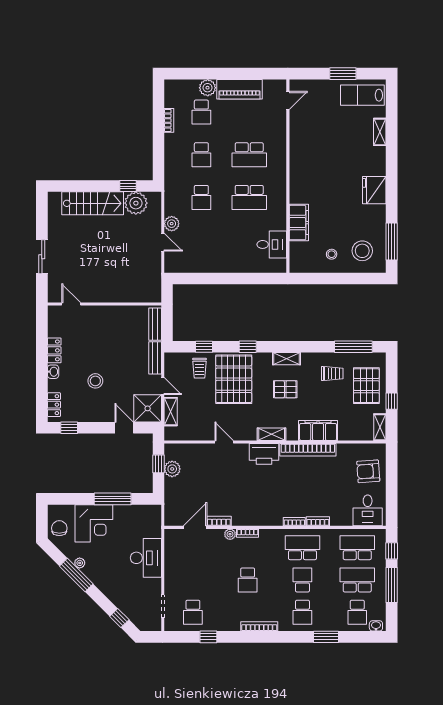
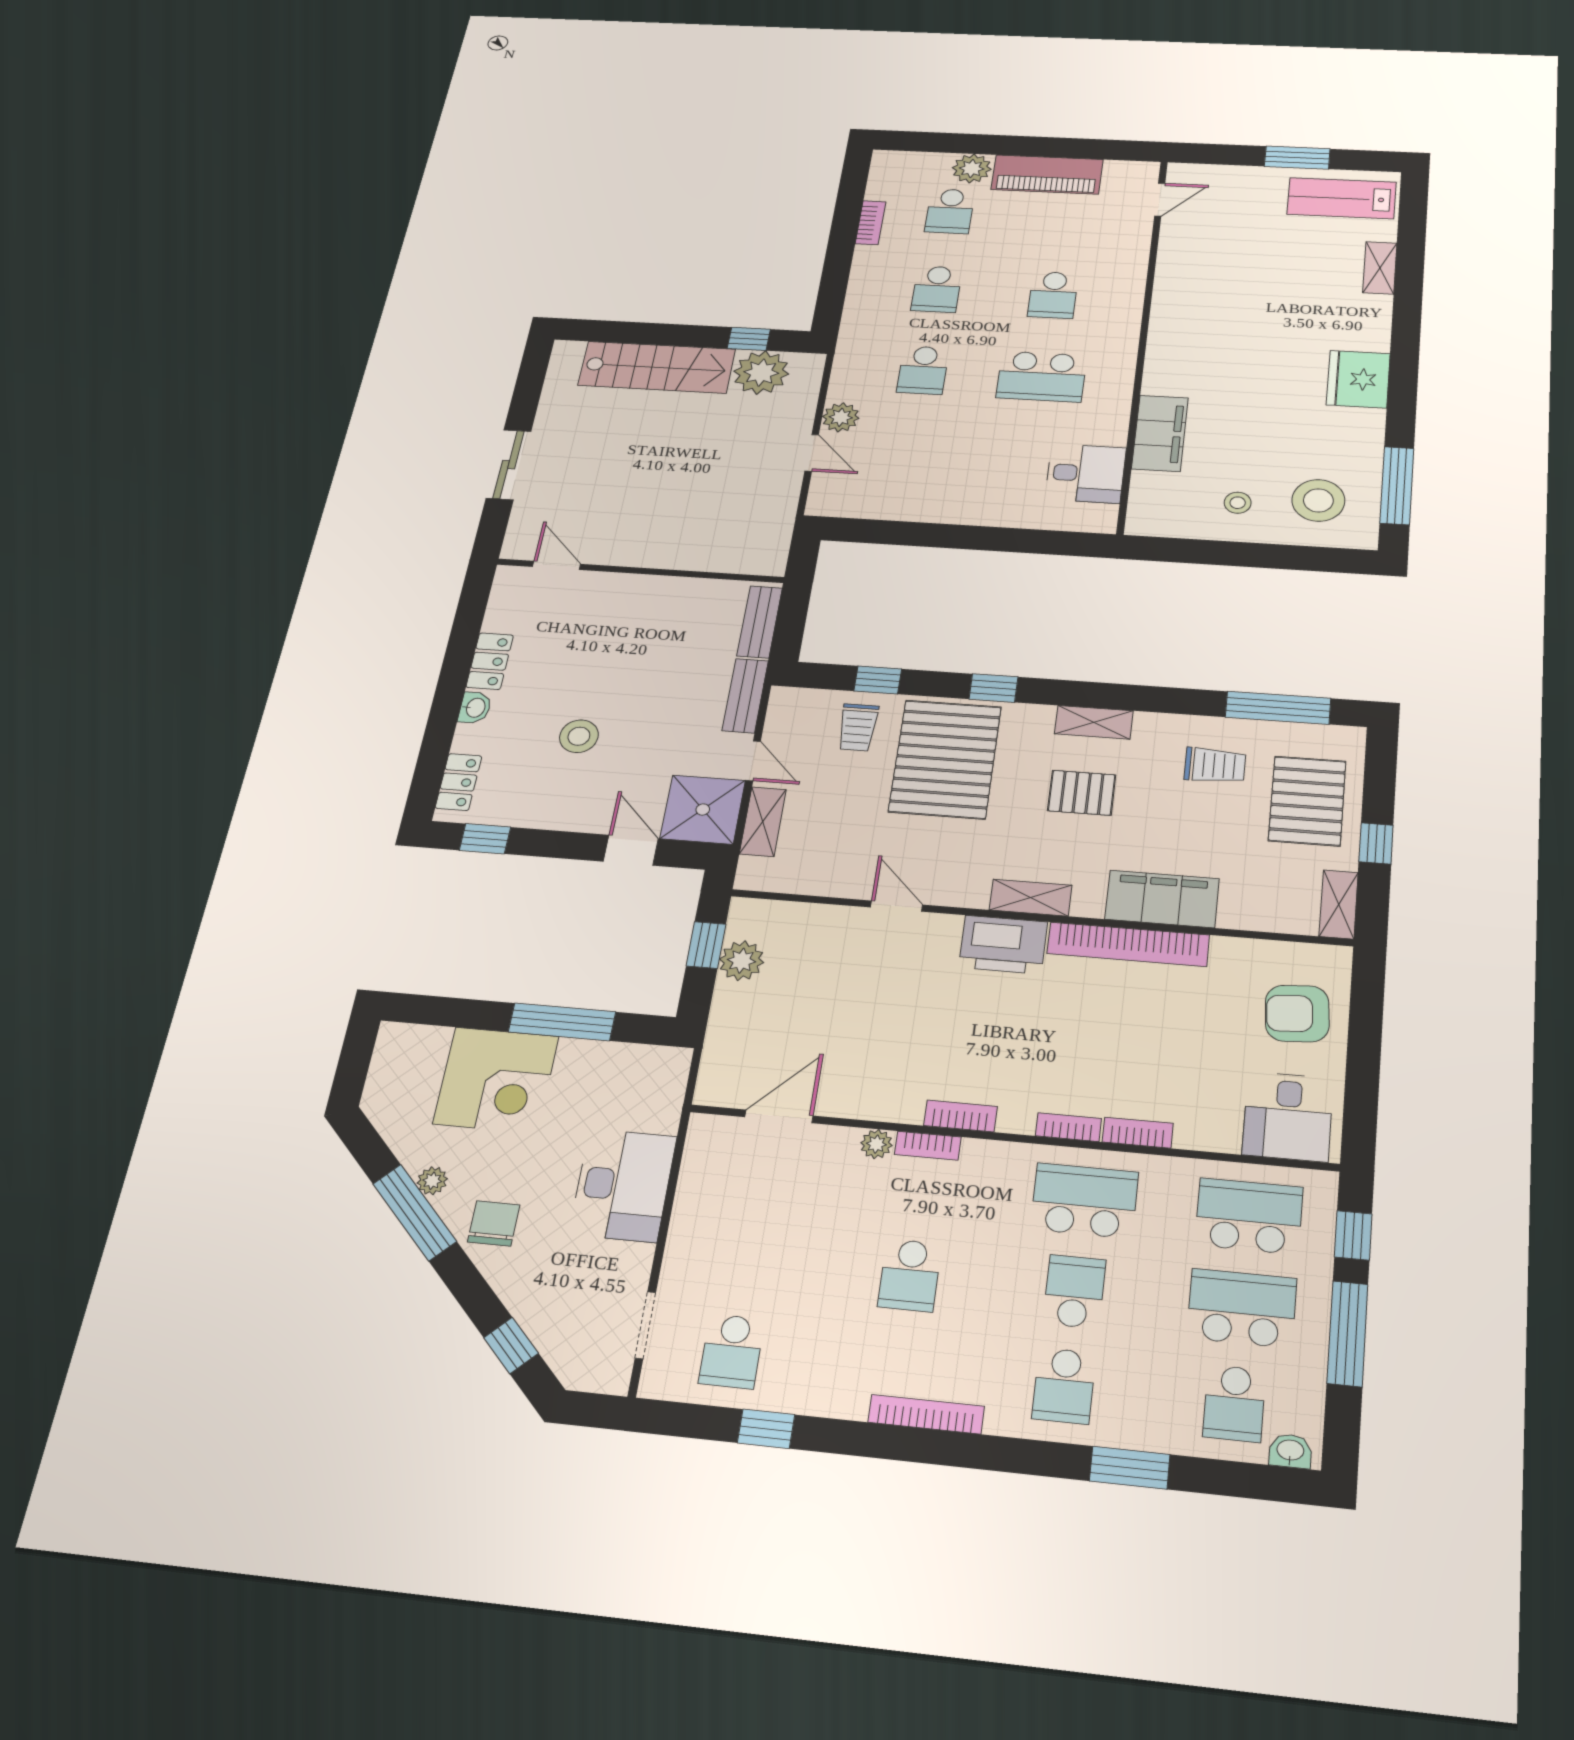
school desk: (249, 155) -> (1053, 295), width x0.54
bookcase: (219, 521) -> (960, 1116), moved
chair: (59, 528) -> (494, 1223), moved

